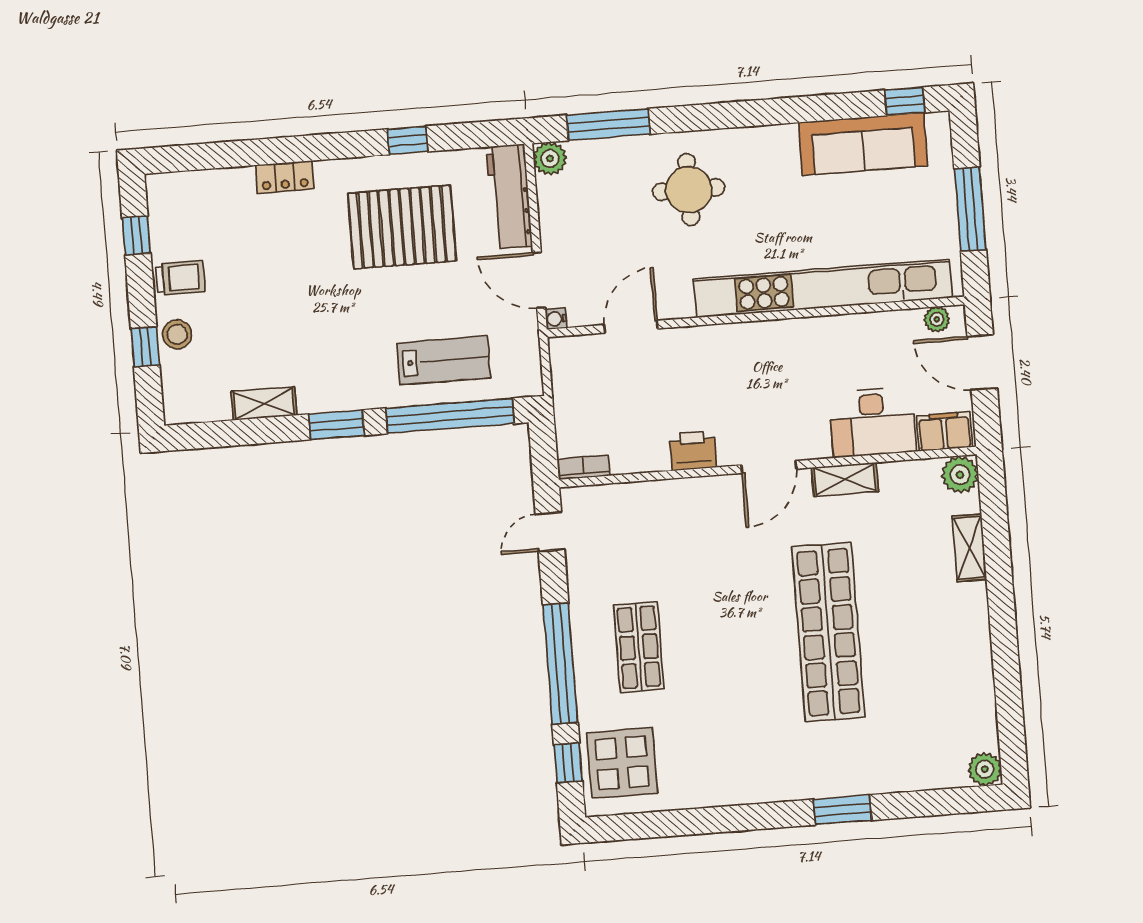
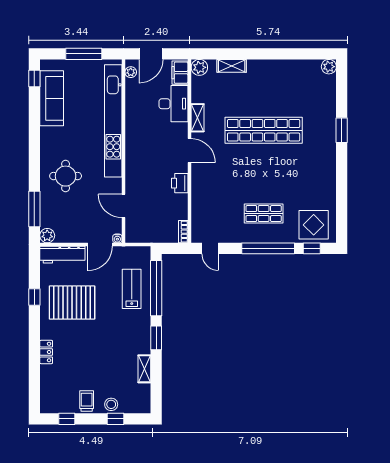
pallet: (402, 227) -> (72, 303), turned 90

